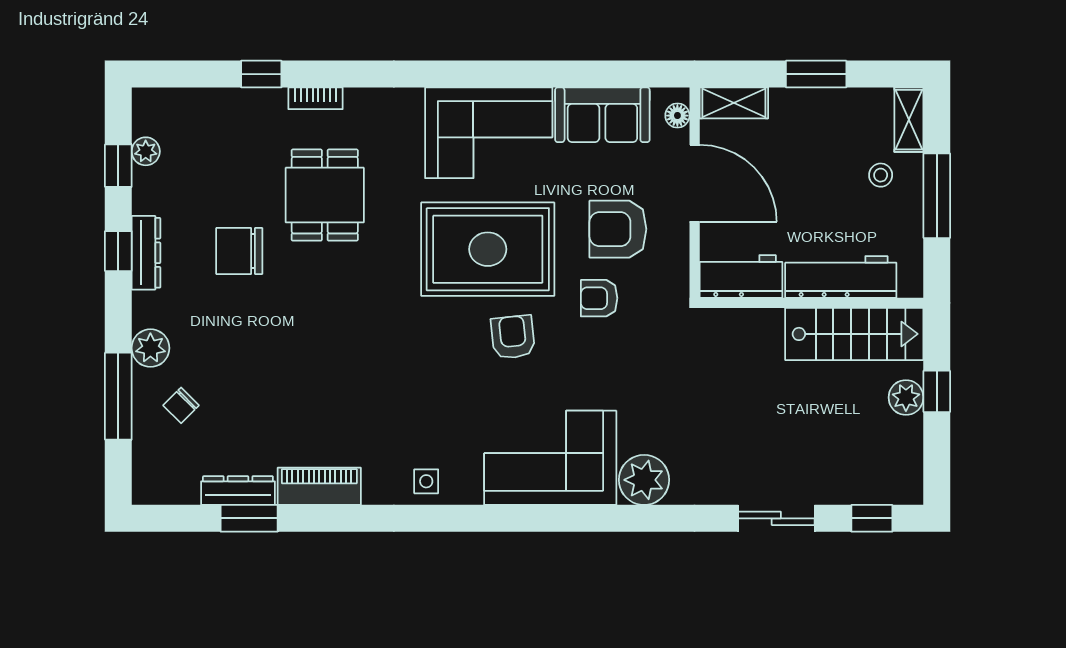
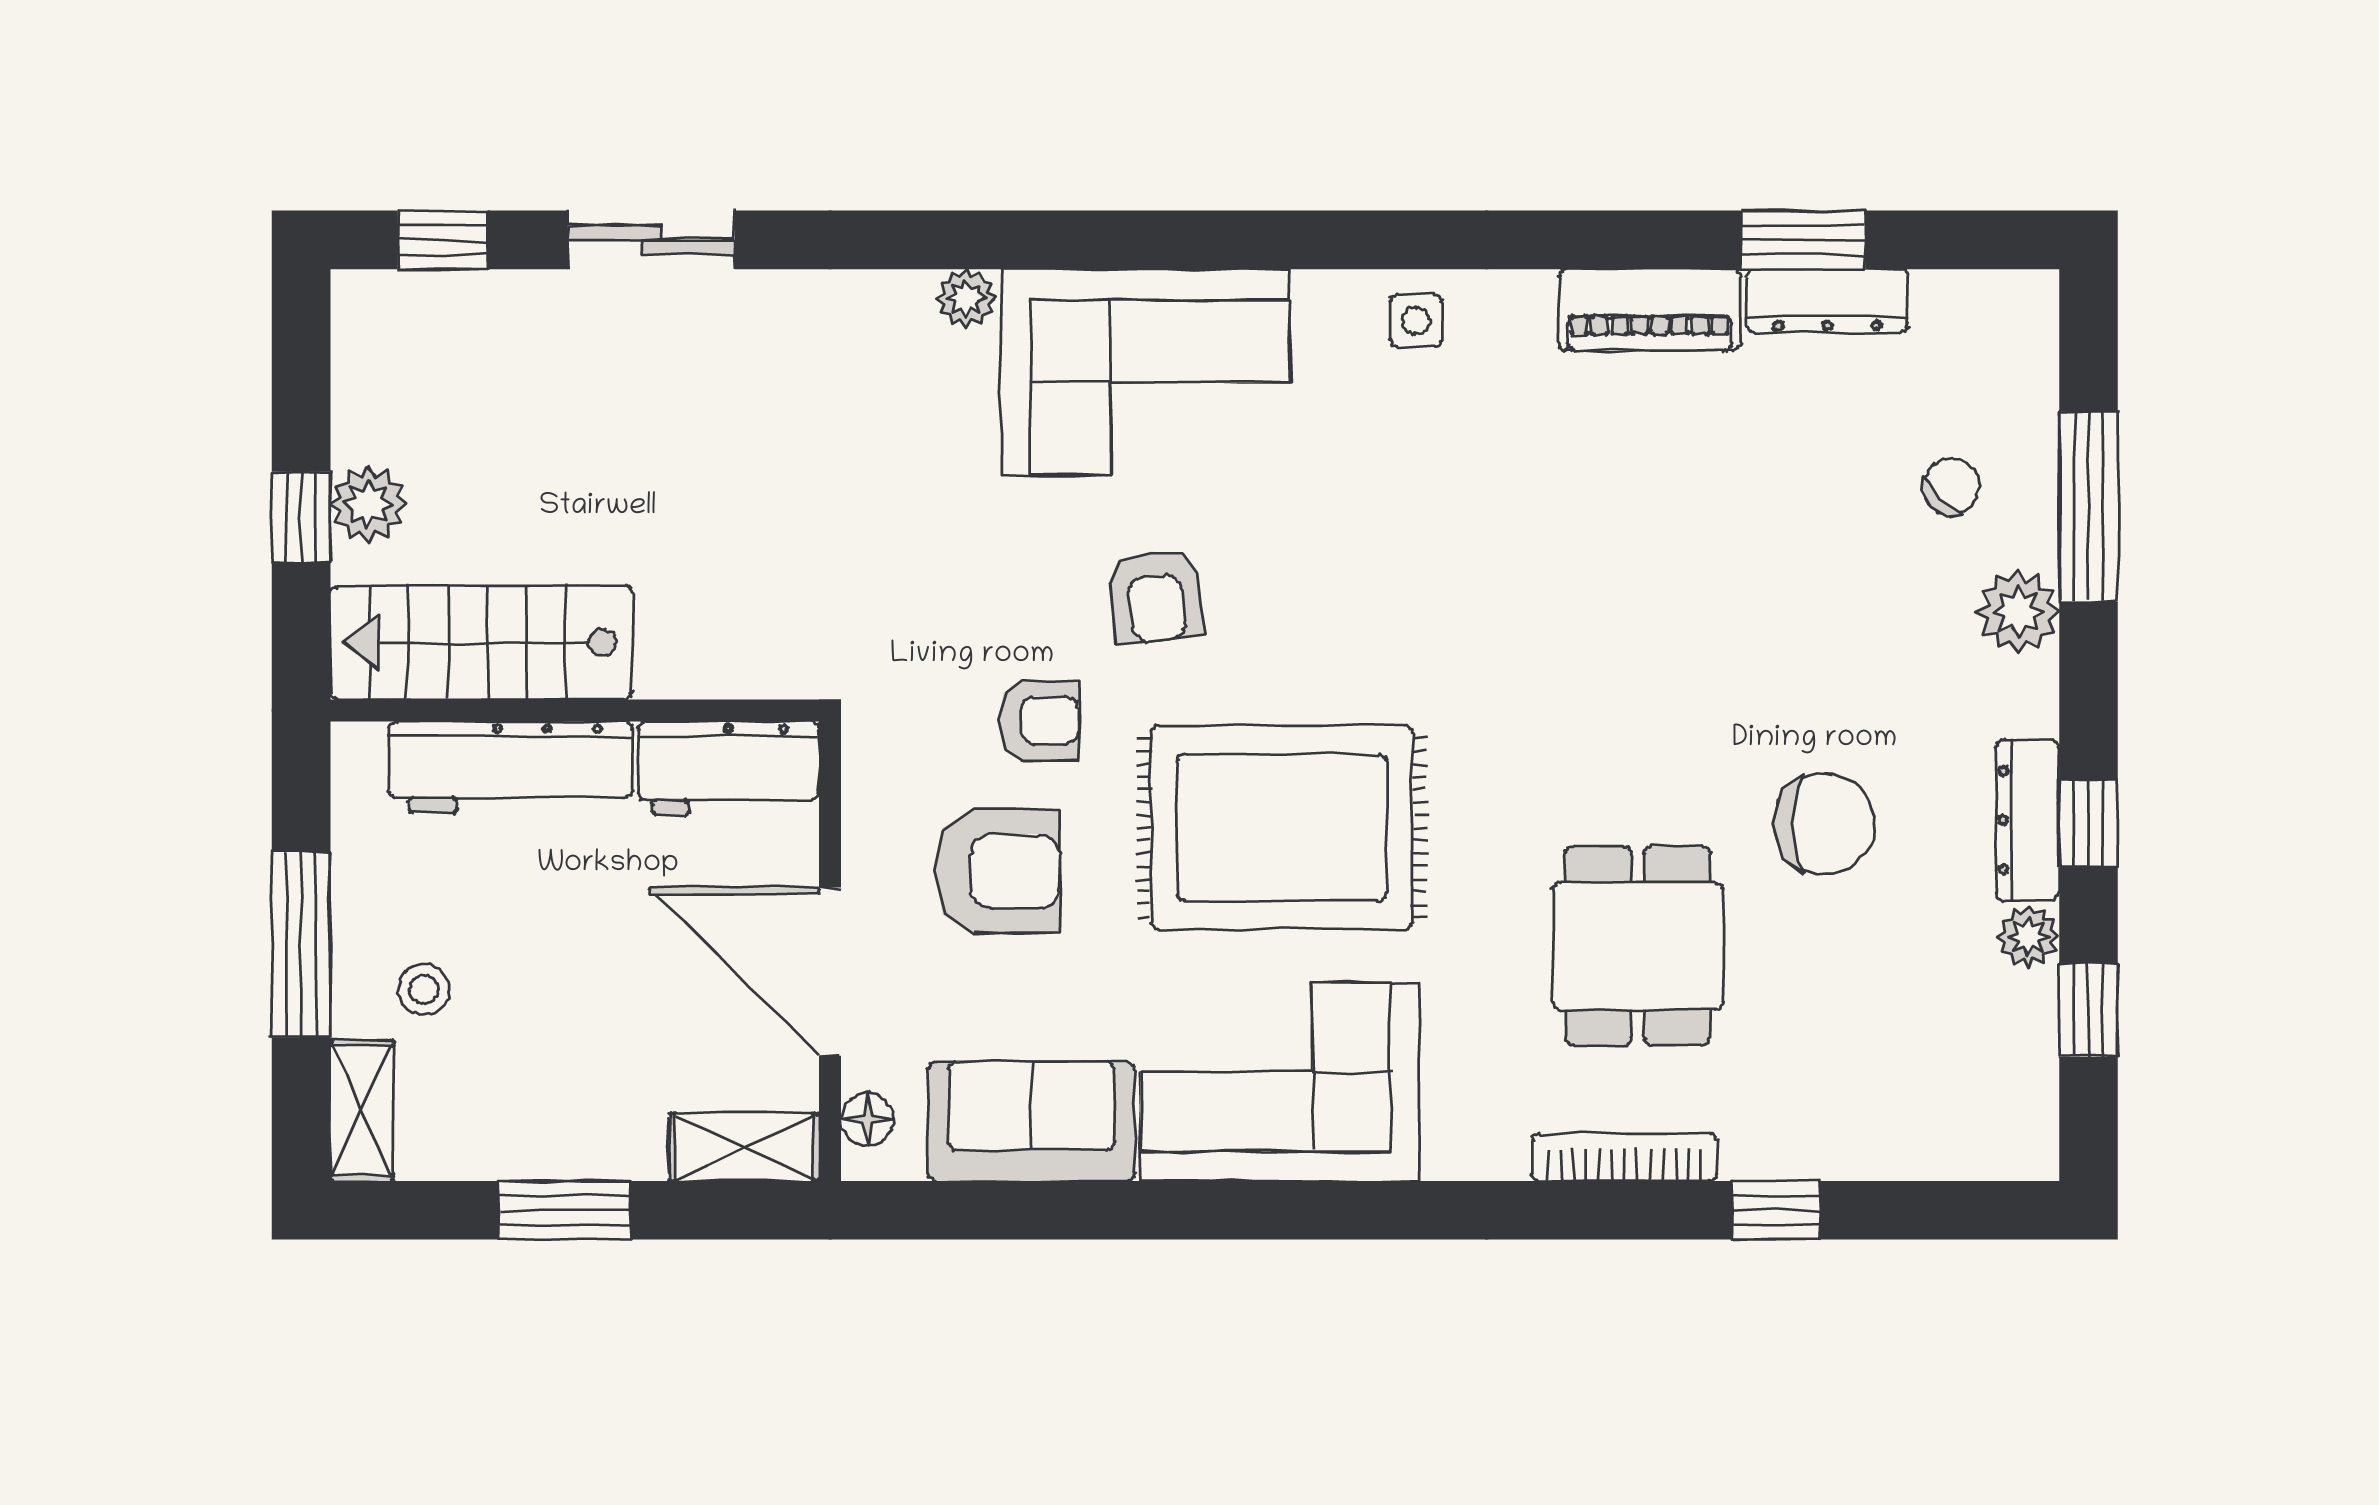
bookcase: (315, 98) -> (1624, 1157), width x1.56
plant: (146, 151) -> (2029, 937), moved
armchair: (513, 337) -> (1156, 596), moved
plant: (644, 480) -> (966, 298), width x0.53, depth x0.53

